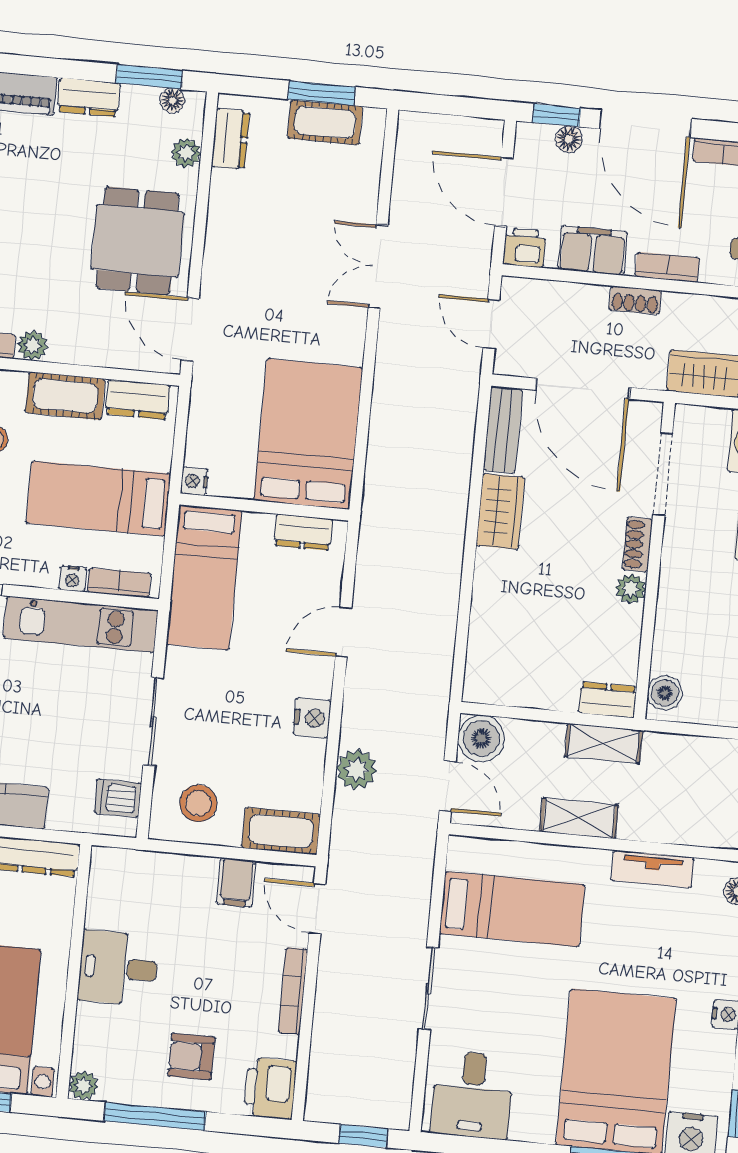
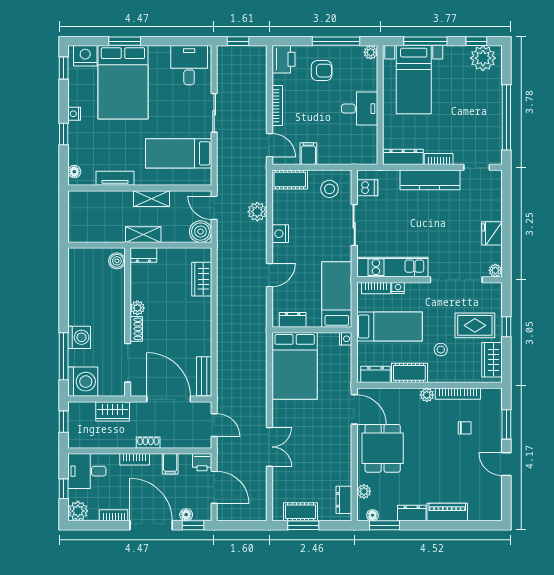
filing cabinet: (593, 251) -> (170, 464), width x0.50
wardrobe: (500, 511) -> (202, 279), moved

